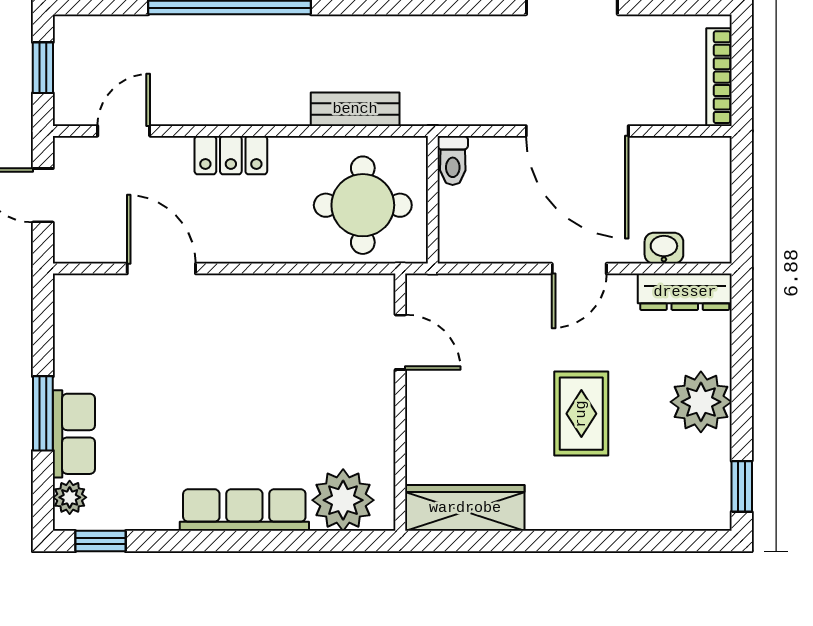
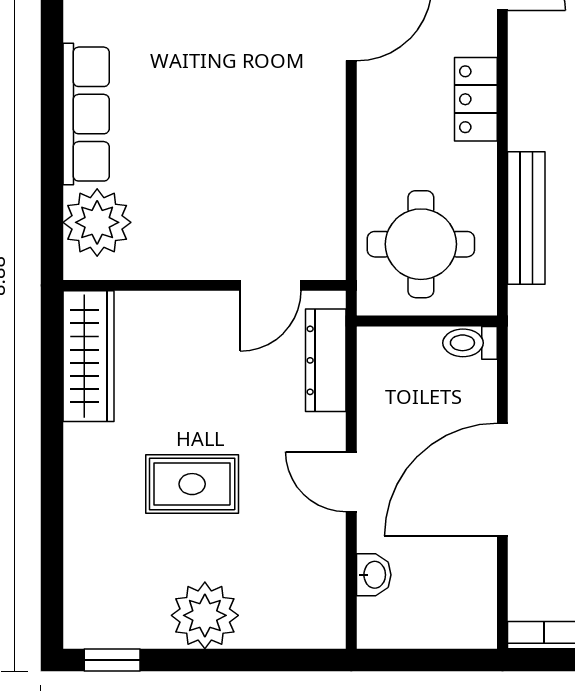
bench: (355, 109) -> (526, 218), width x1.36
dresser: (685, 292) -> (326, 360), moved

